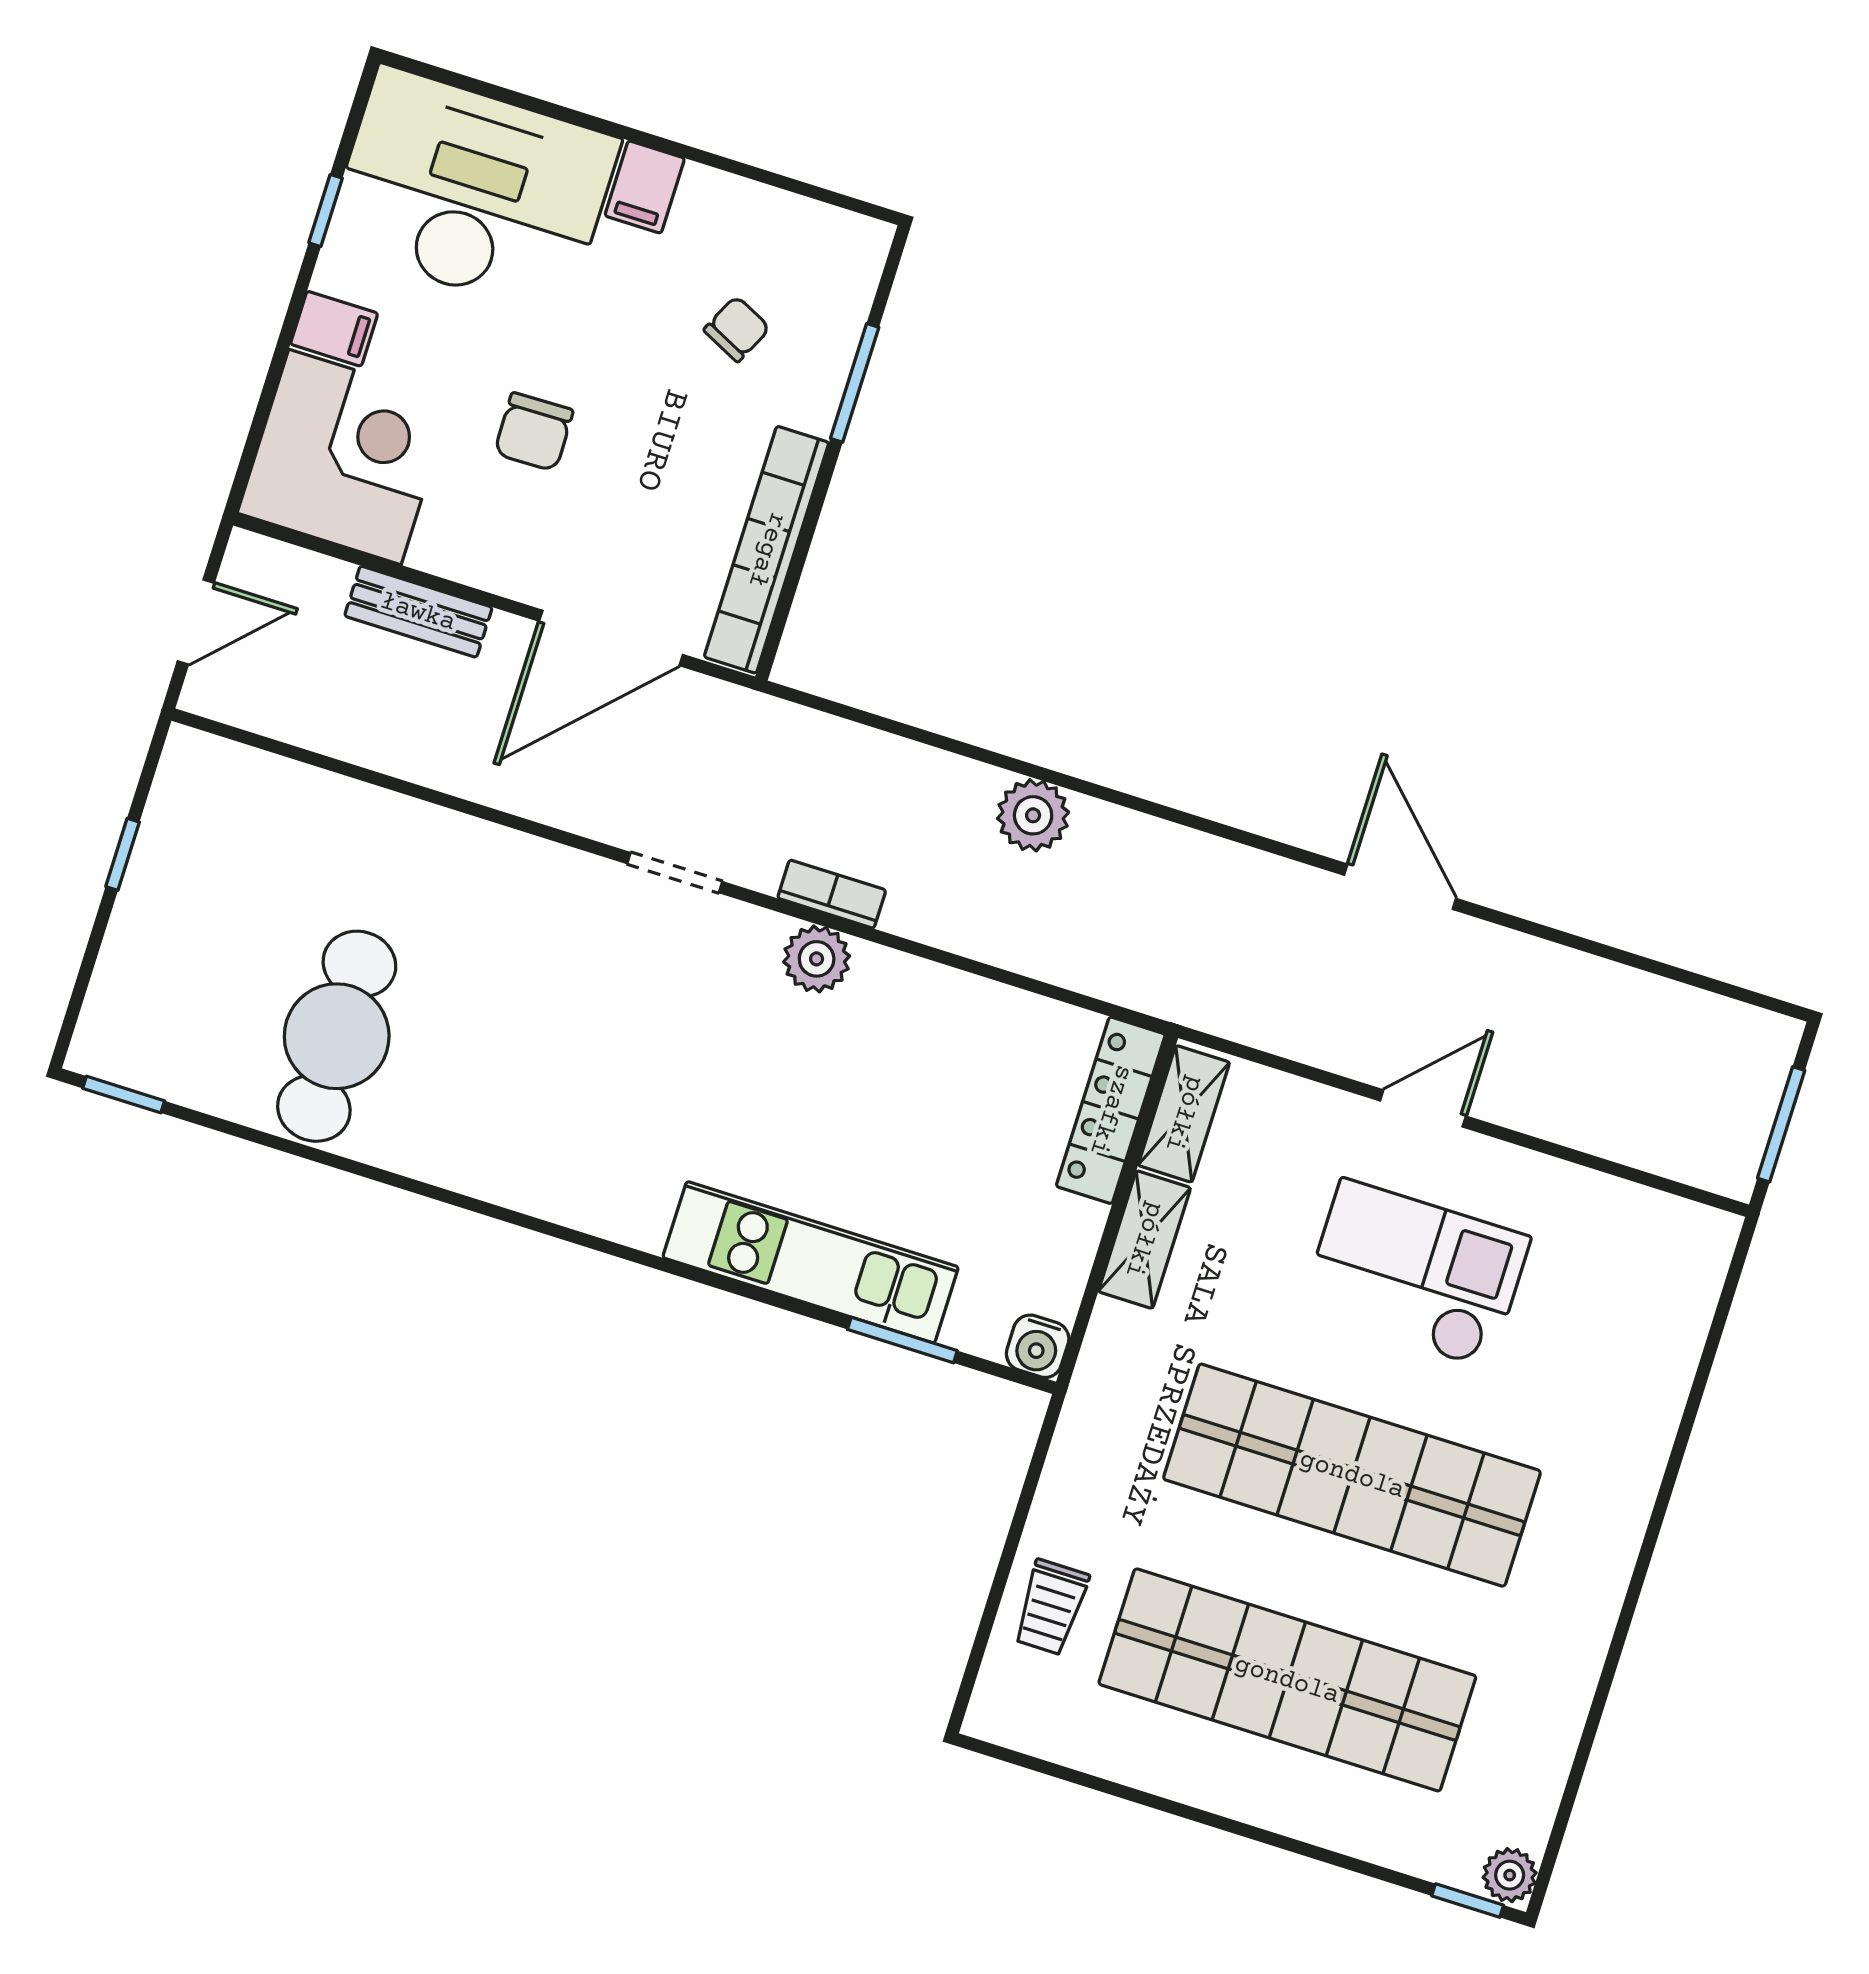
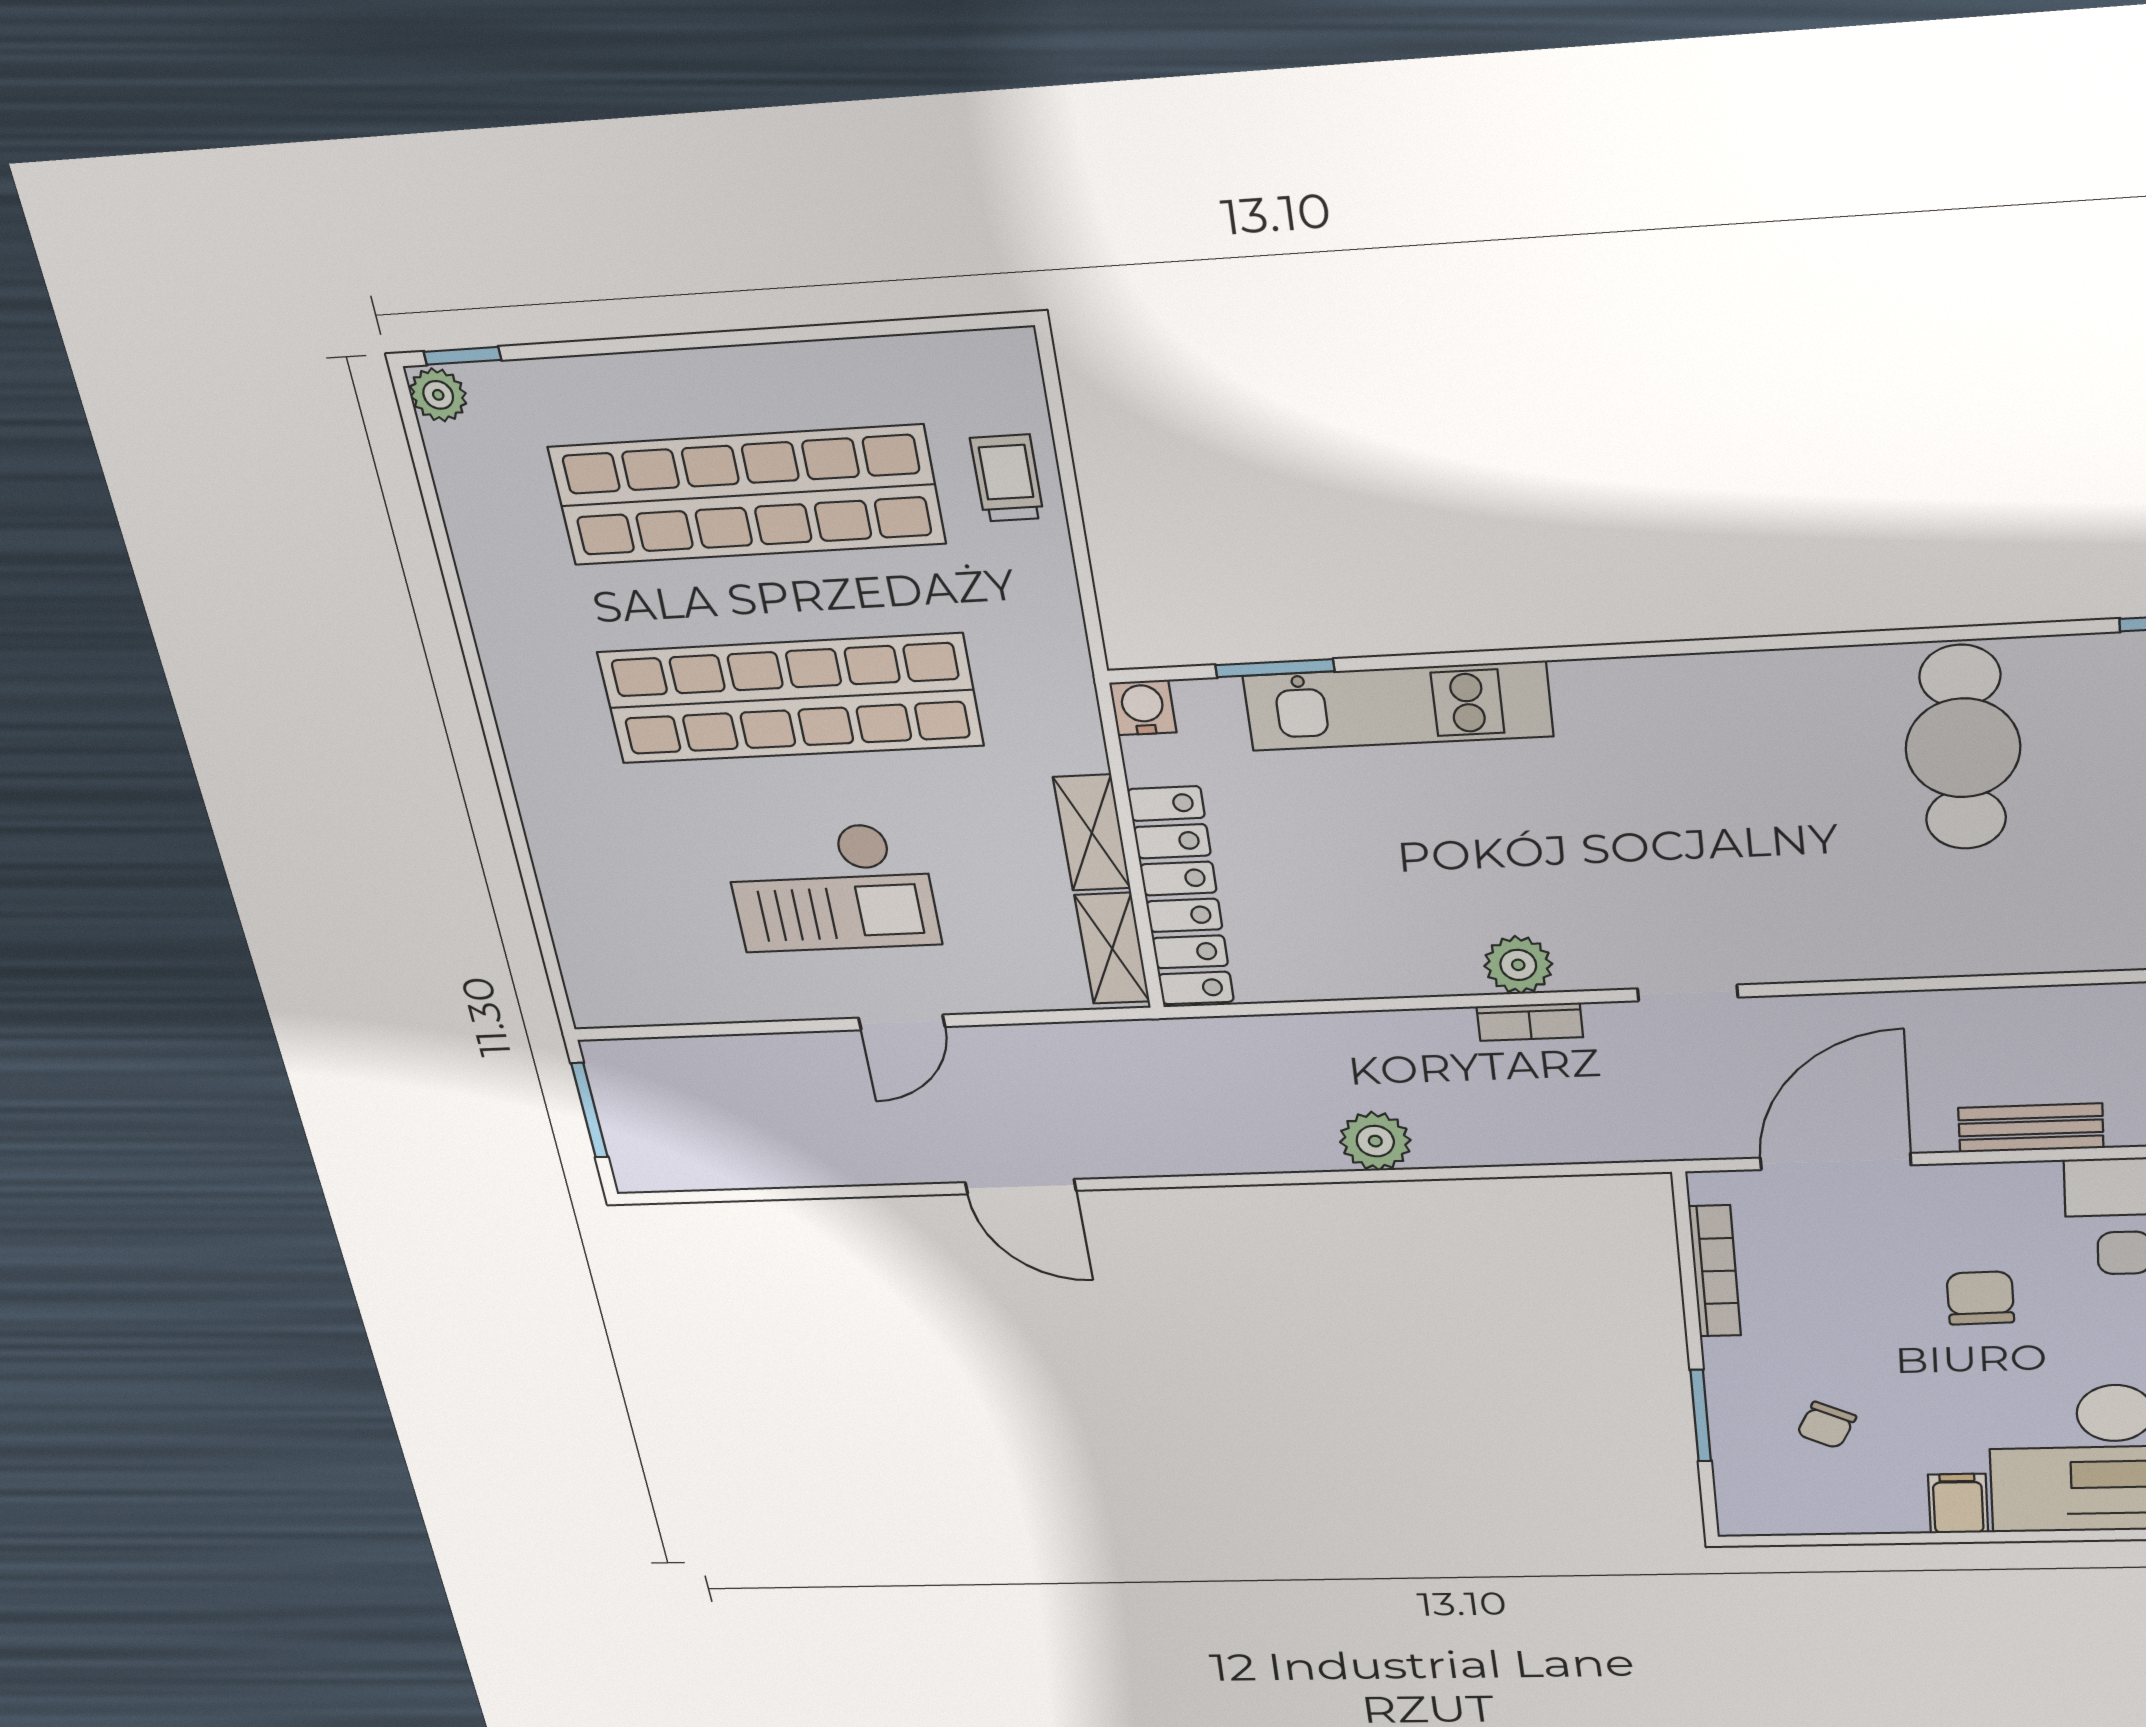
bookcase: (767, 550) -> (1715, 1271), width x0.68, depth x0.76
locker: (1111, 1110) -> (1181, 897), width x1.41, depth x1.21

